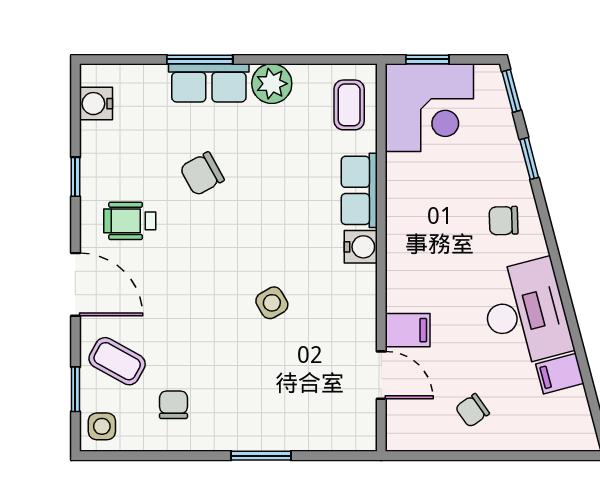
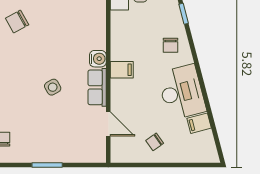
row of seats: (359, 190) -> (97, 87), moved
chair: (504, 221) -> (171, 45), turned -88
filing cabinet: (408, 330) -> (122, 70), moved

